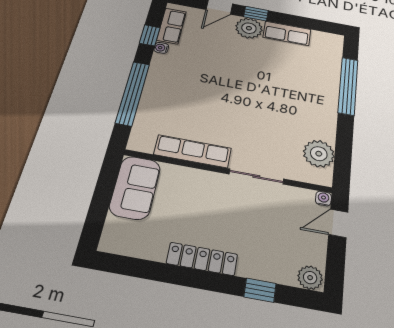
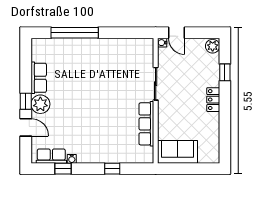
window: (133, 93) -> (112, 169), width x0.32
plant: (319, 154) -> (132, 48), removed
locker: (202, 259) -> (213, 100), width x0.66

